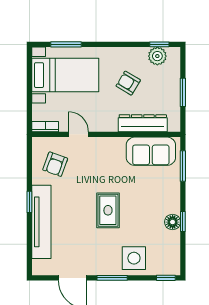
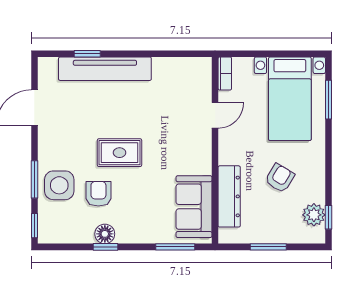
armchair: (55, 164) -> (98, 194), moved, turned 70
window: (29, 202) -> (87, 54), moved
window: (112, 278) -> (34, 179), moved

